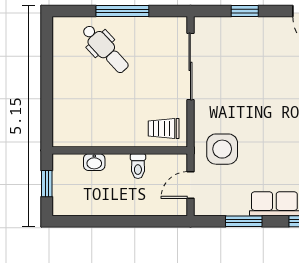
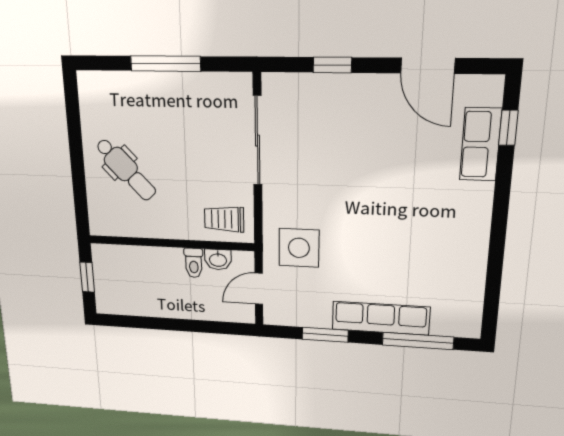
dental chair: (105, 49) -> (126, 170), moved
washbasin: (94, 162) -> (218, 260), moved

